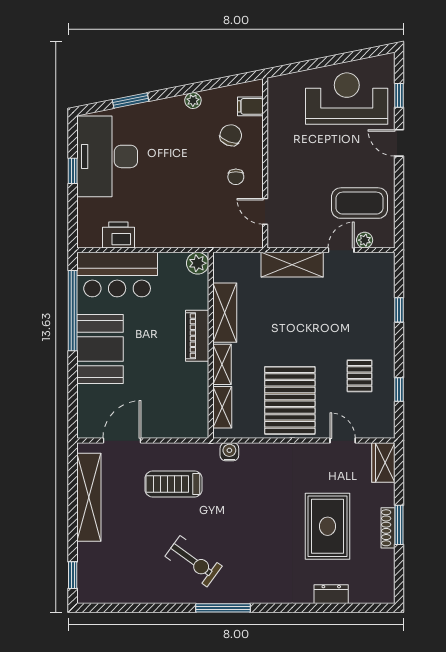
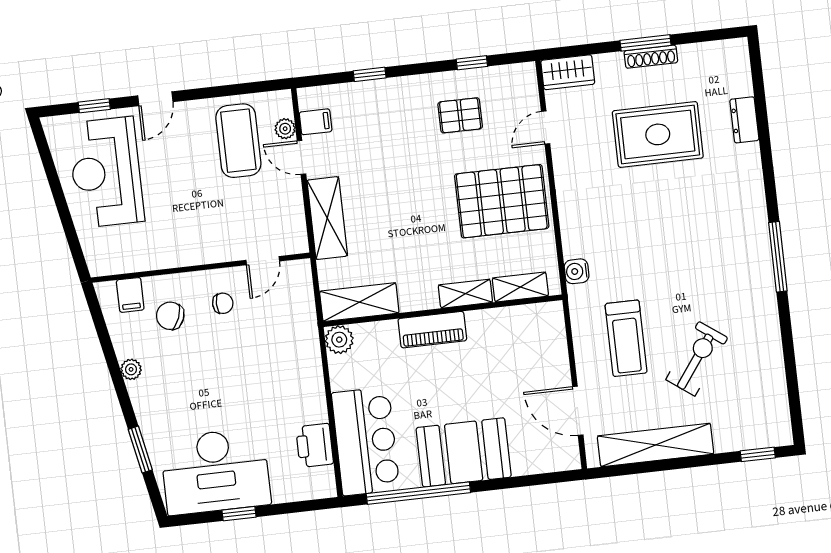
filing cabinet: (367, 264) -> (316, 122), added
shelving: (225, 313) -> (359, 302), moved
exercise bike: (194, 561) -> (697, 359), moved

